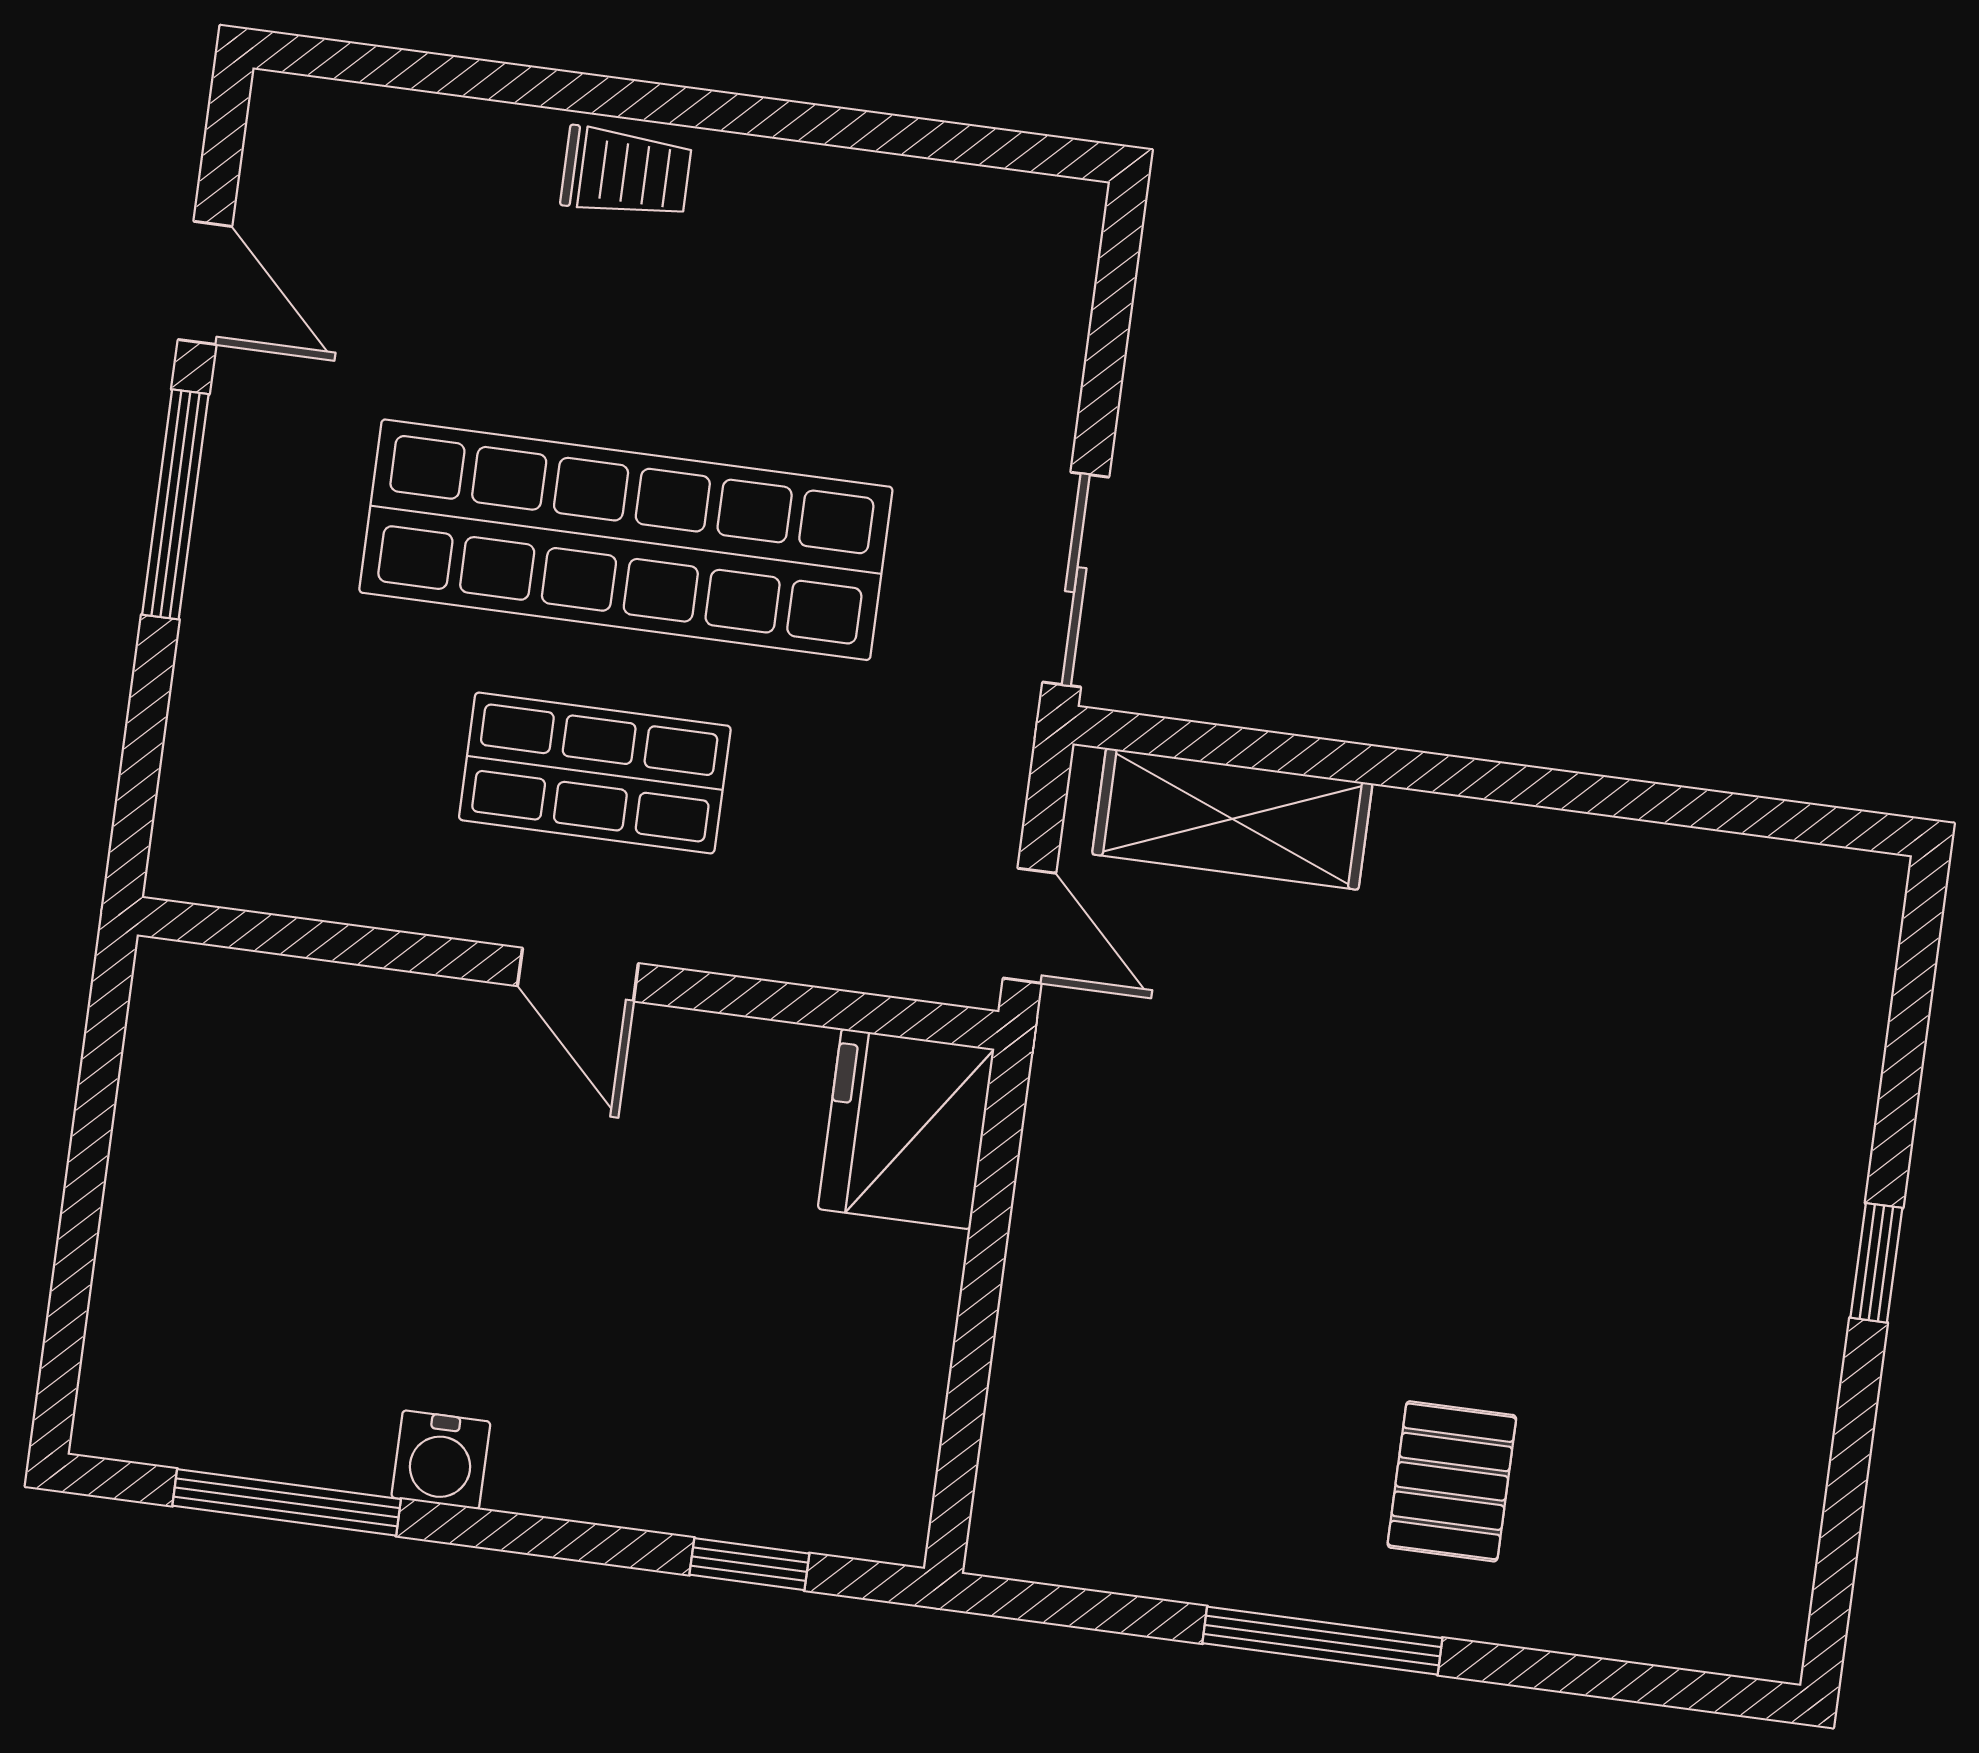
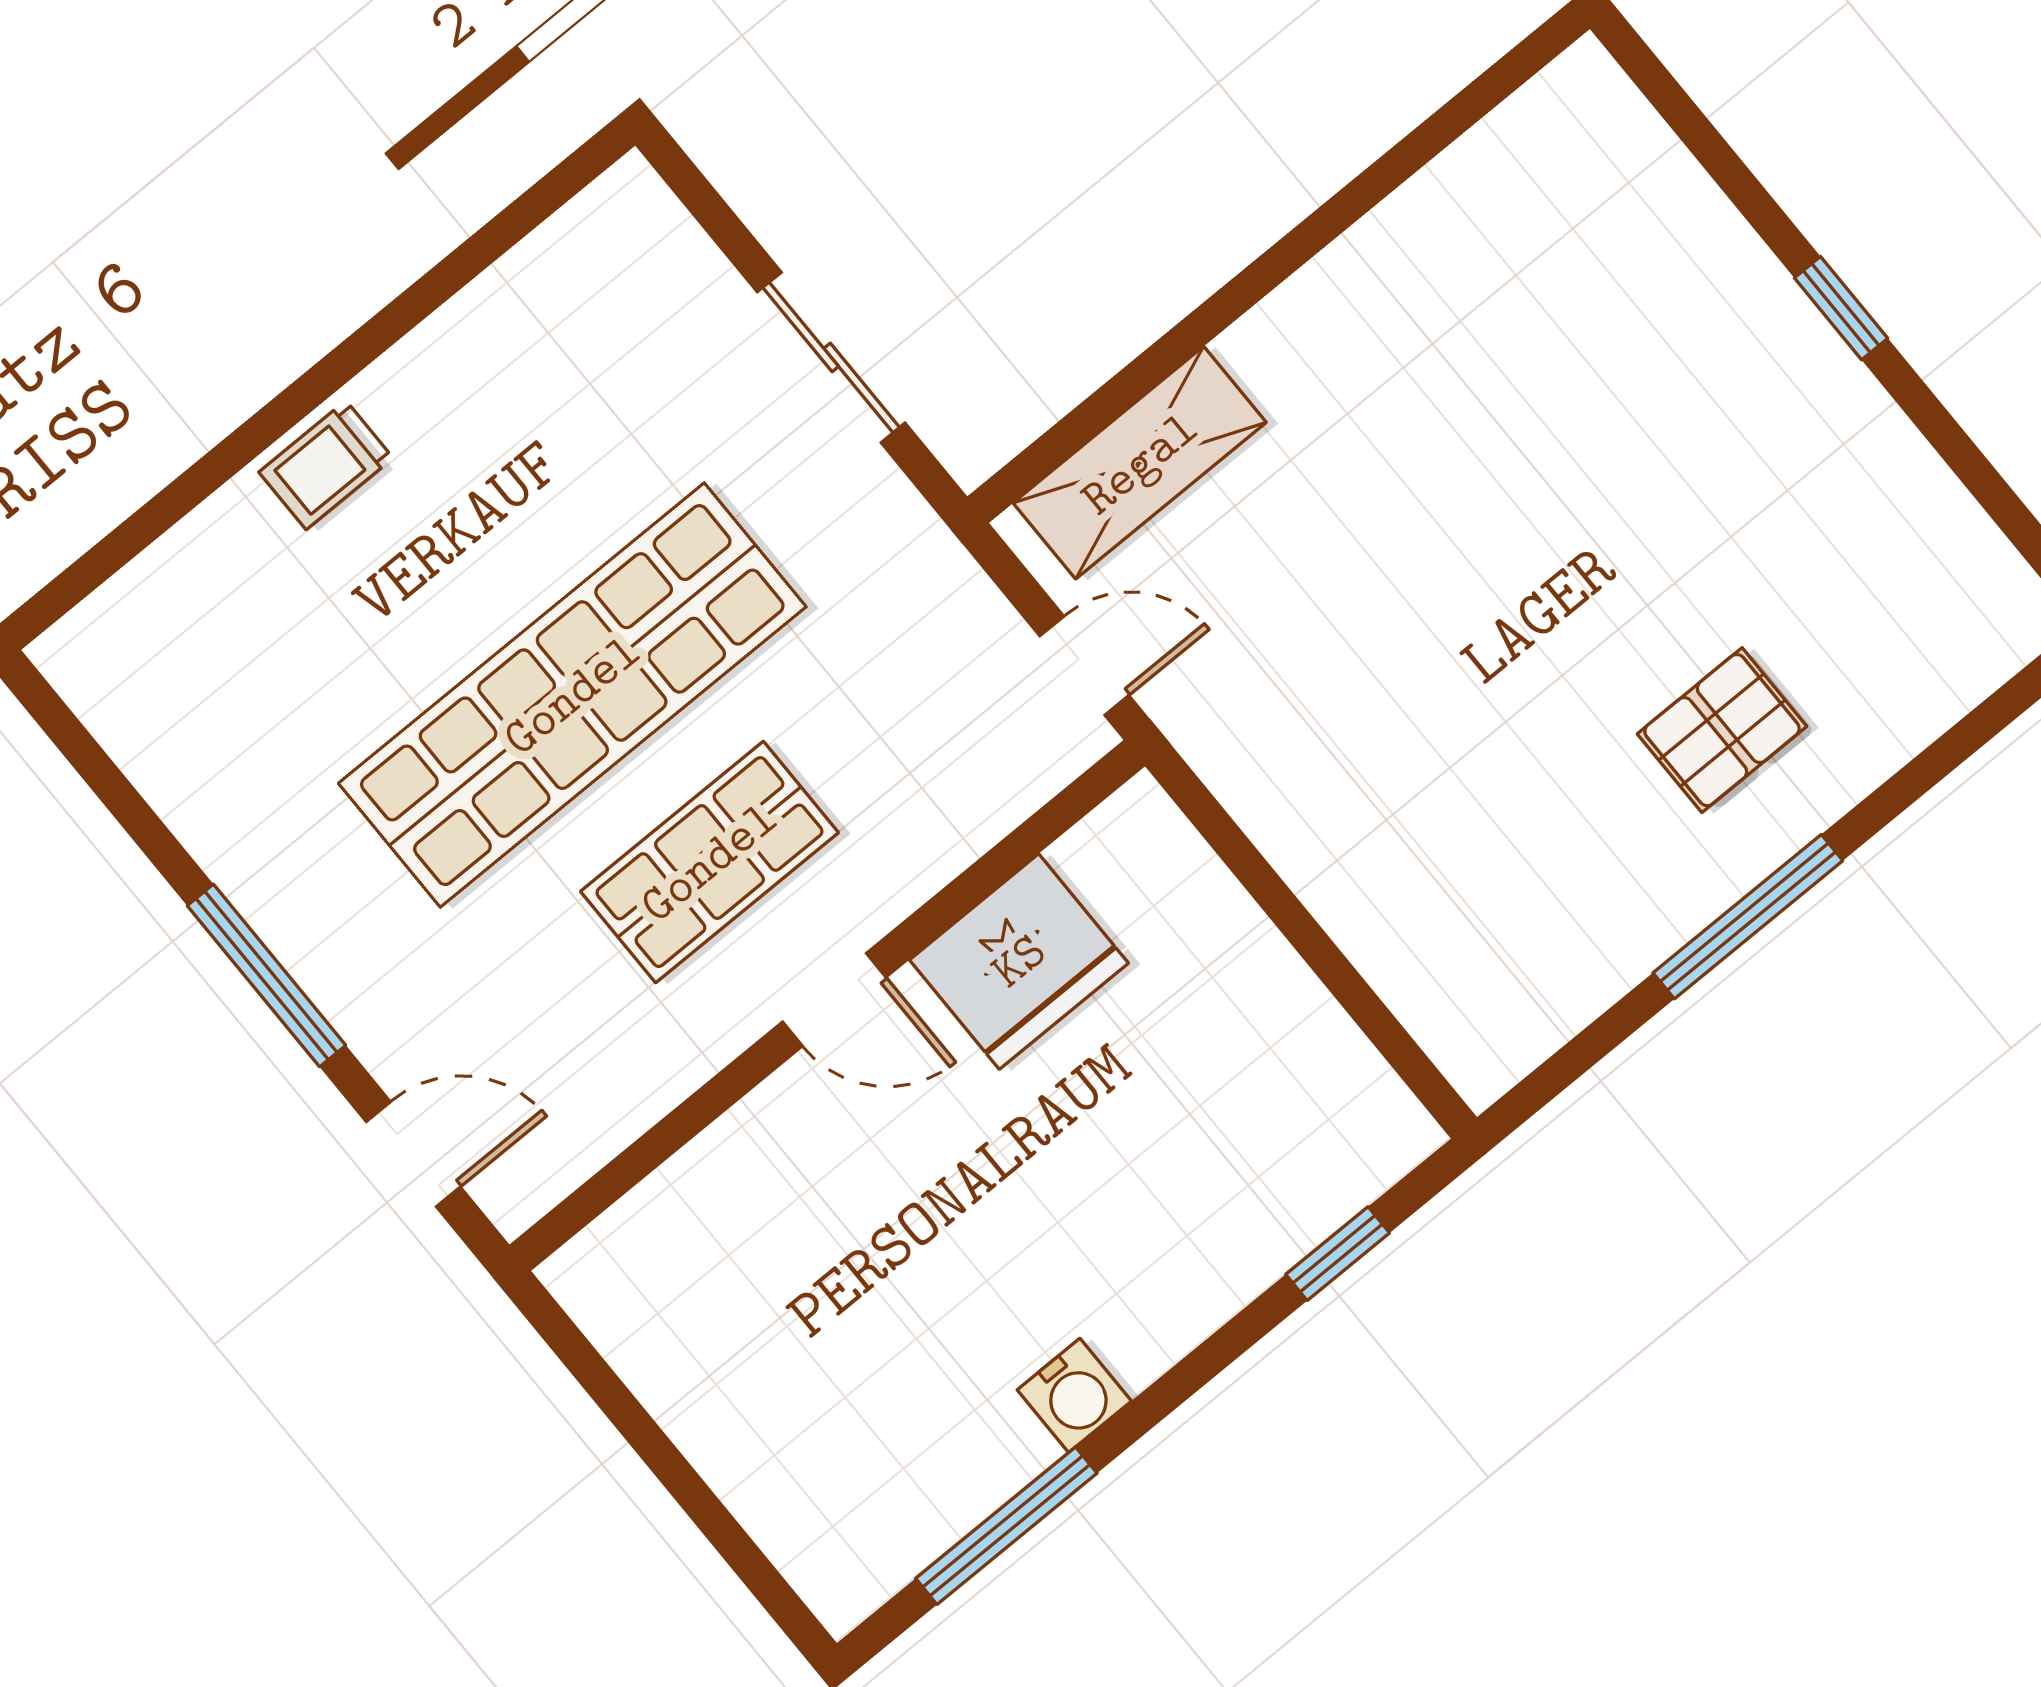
trolley: (626, 173) -> (326, 465), turned 180
door: (205, 283) -> (413, 1154), moved
sliding door: (1076, 580) -> (831, 357), moved
fridge: (906, 1129) -> (1019, 961), moved, turned -90
pallet: (1452, 1481) -> (1722, 730), turned 90

